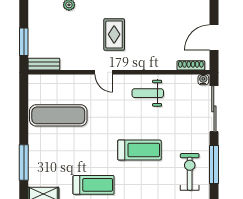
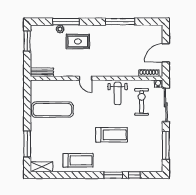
rug: (114, 34) -> (78, 41), moved, turned 90
window: (24, 42) -> (27, 41), moved
weight bench: (148, 93) -> (118, 93), turned -90
exercise bike: (190, 172) -> (142, 102), moved

